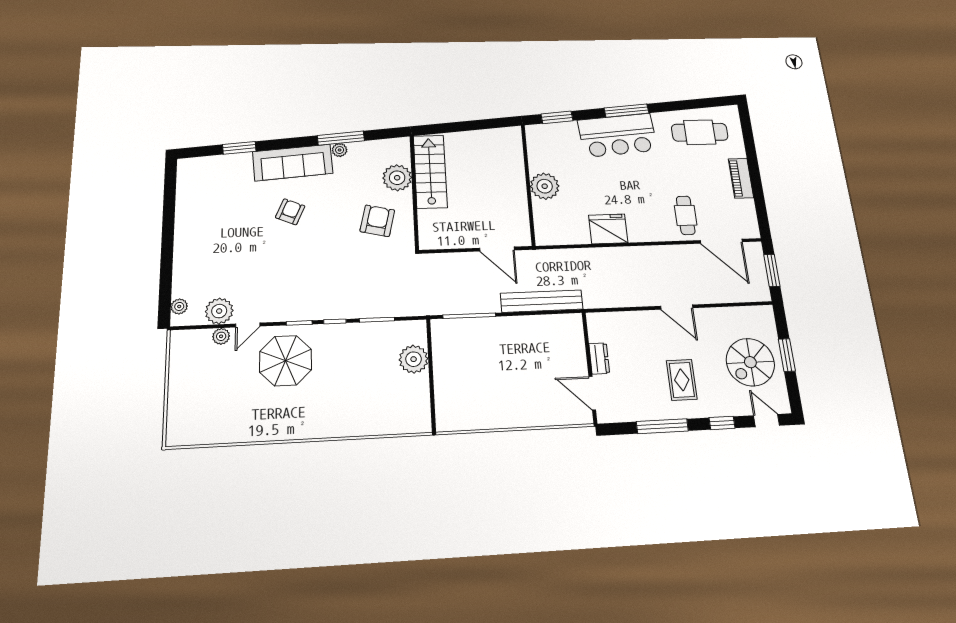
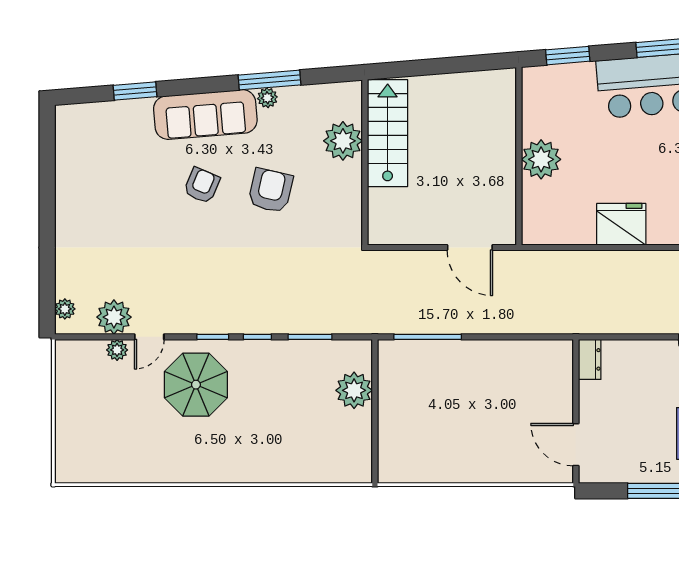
armchair: (377, 221) -> (271, 191), moved
bench: (542, 301) -> (523, 321), removed
dresser: (599, 358) -> (590, 359), moved

